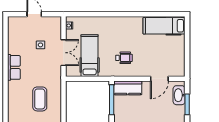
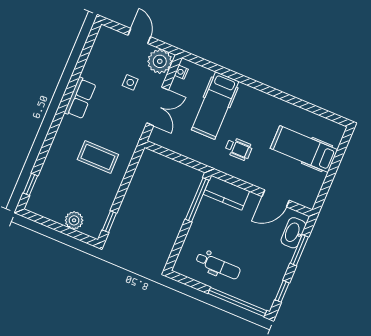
plant: (53, 24) -> (160, 61), added
hospital bed: (164, 26) -> (304, 149), moved
hospital bed: (90, 56) -> (215, 106), moved, turned 180
coffee table: (40, 99) -> (98, 157), turned 90

